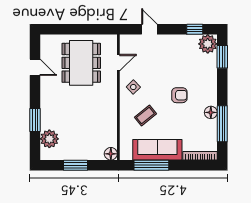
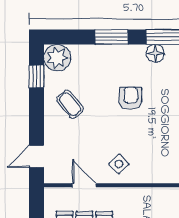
door: (149, 29) -> (36, 156), moved
window: (222, 57) -> (112, 37), moved
coffee table: (145, 115) -> (70, 104), moved

